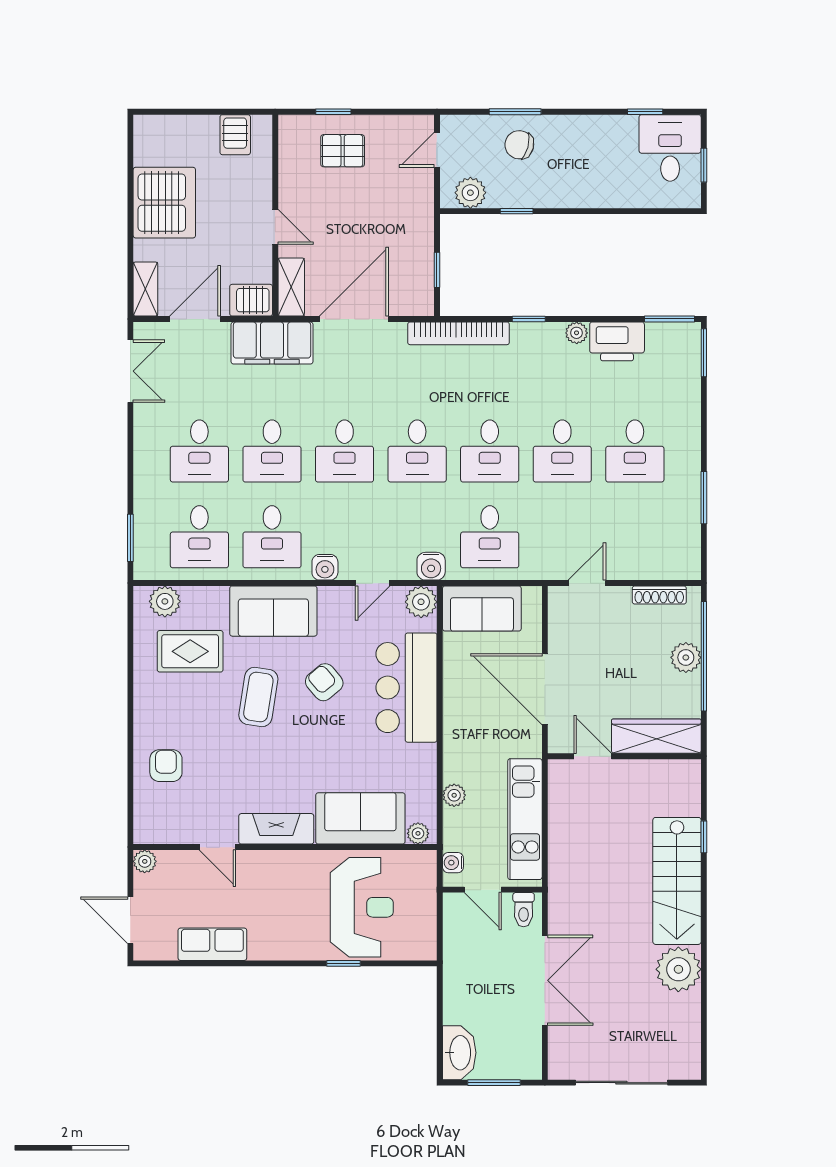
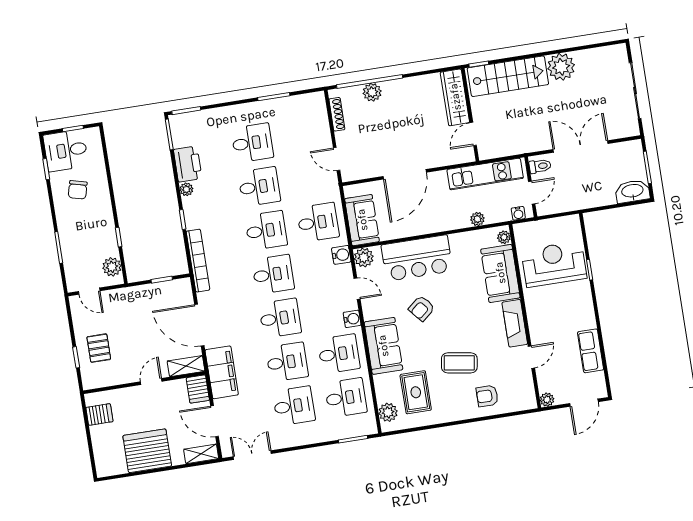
chair: (519, 145) -> (78, 190), moved
coffee table: (258, 697) -> (459, 363), moved
wardrobe: (656, 736) -> (455, 97), moved
door: (593, 756) -> (473, 134), moved
wall: (624, 756) -> (470, 115), moved

